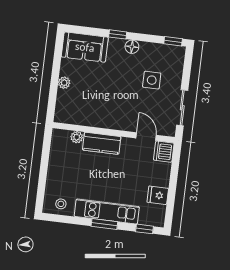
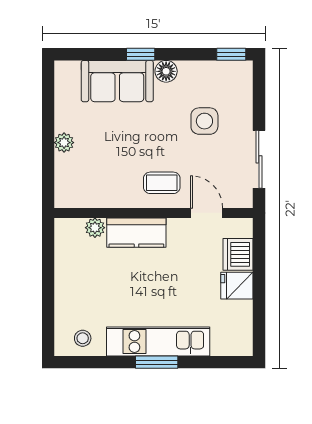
sofa: (85, 47) -> (117, 81), moved
coffee table: (121, 115) -> (162, 183), added
dishwasher: (164, 152) -> (238, 254), moved
fridge: (158, 195) -> (237, 286), moved
window: (144, 229) -> (222, 362), removed

